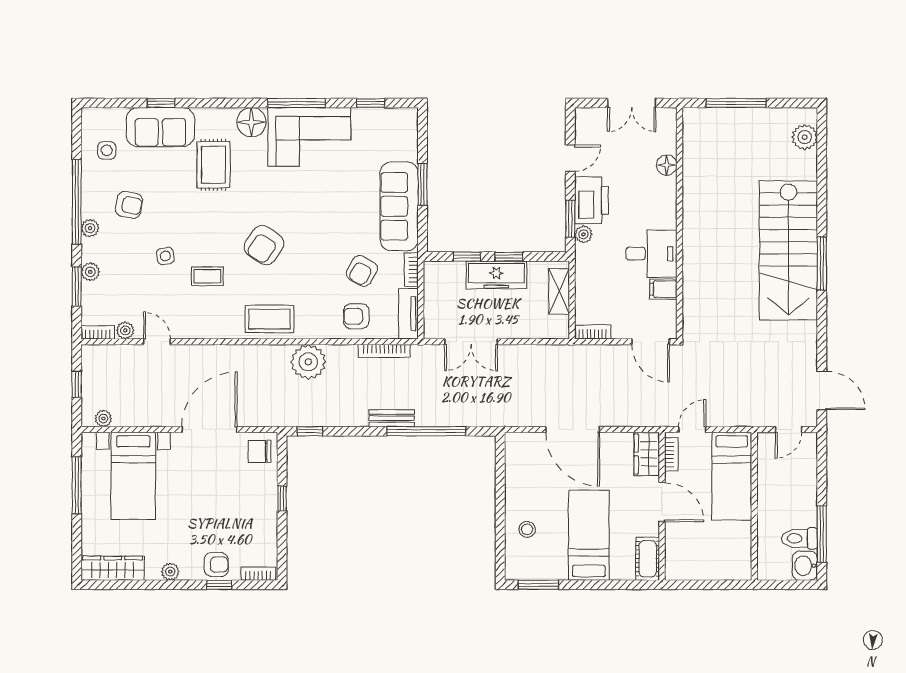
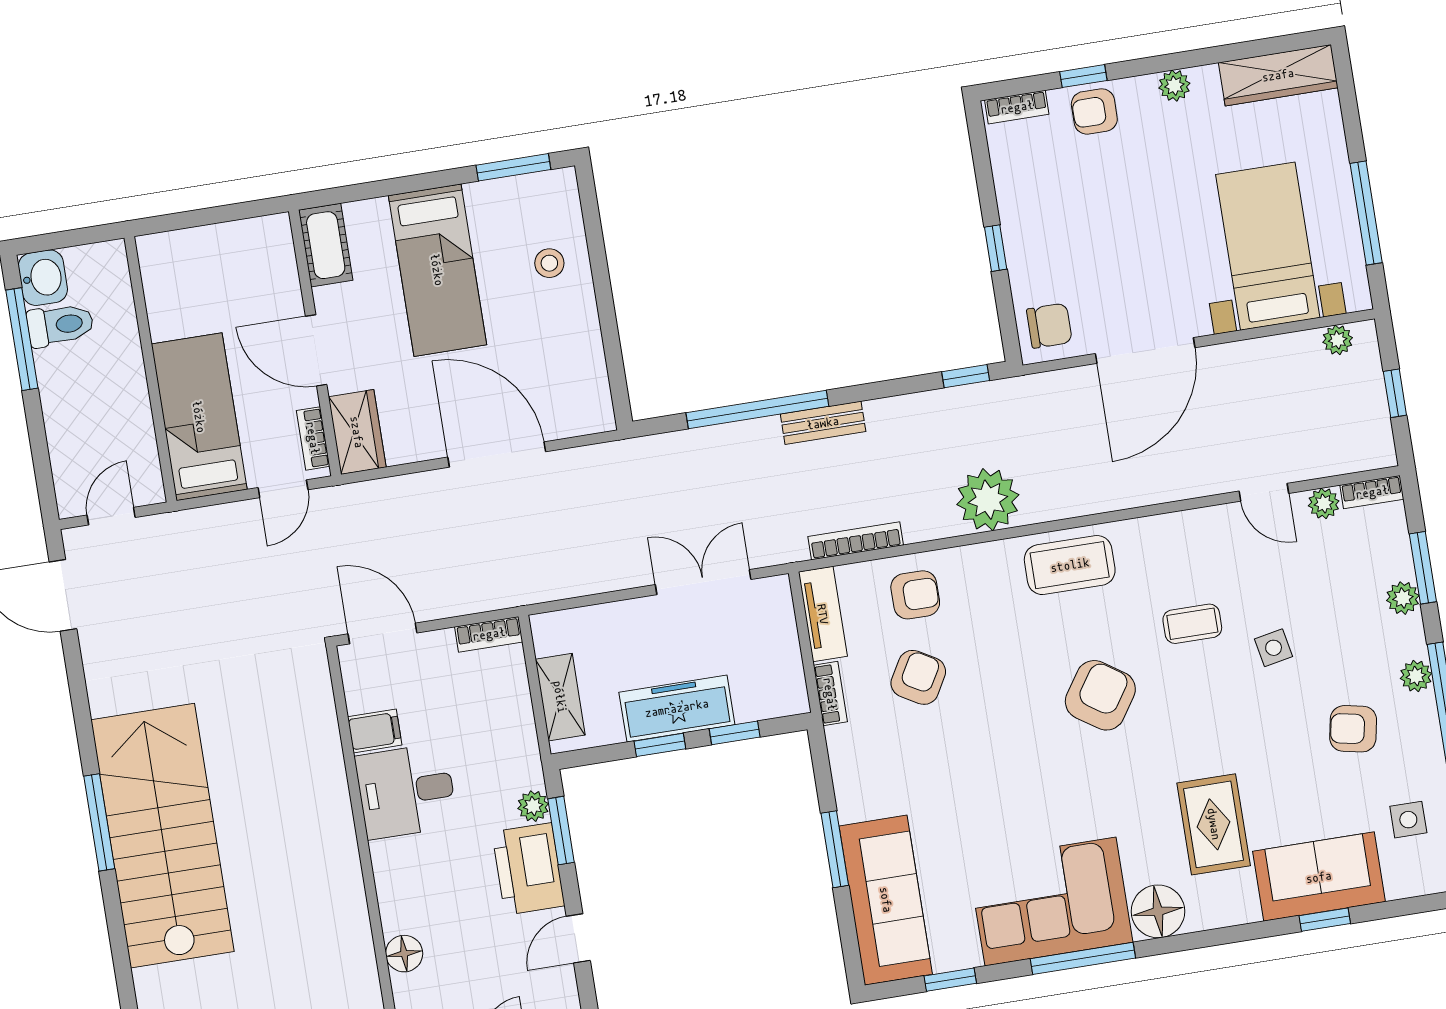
sofa: (399, 206) -> (886, 900), moved

